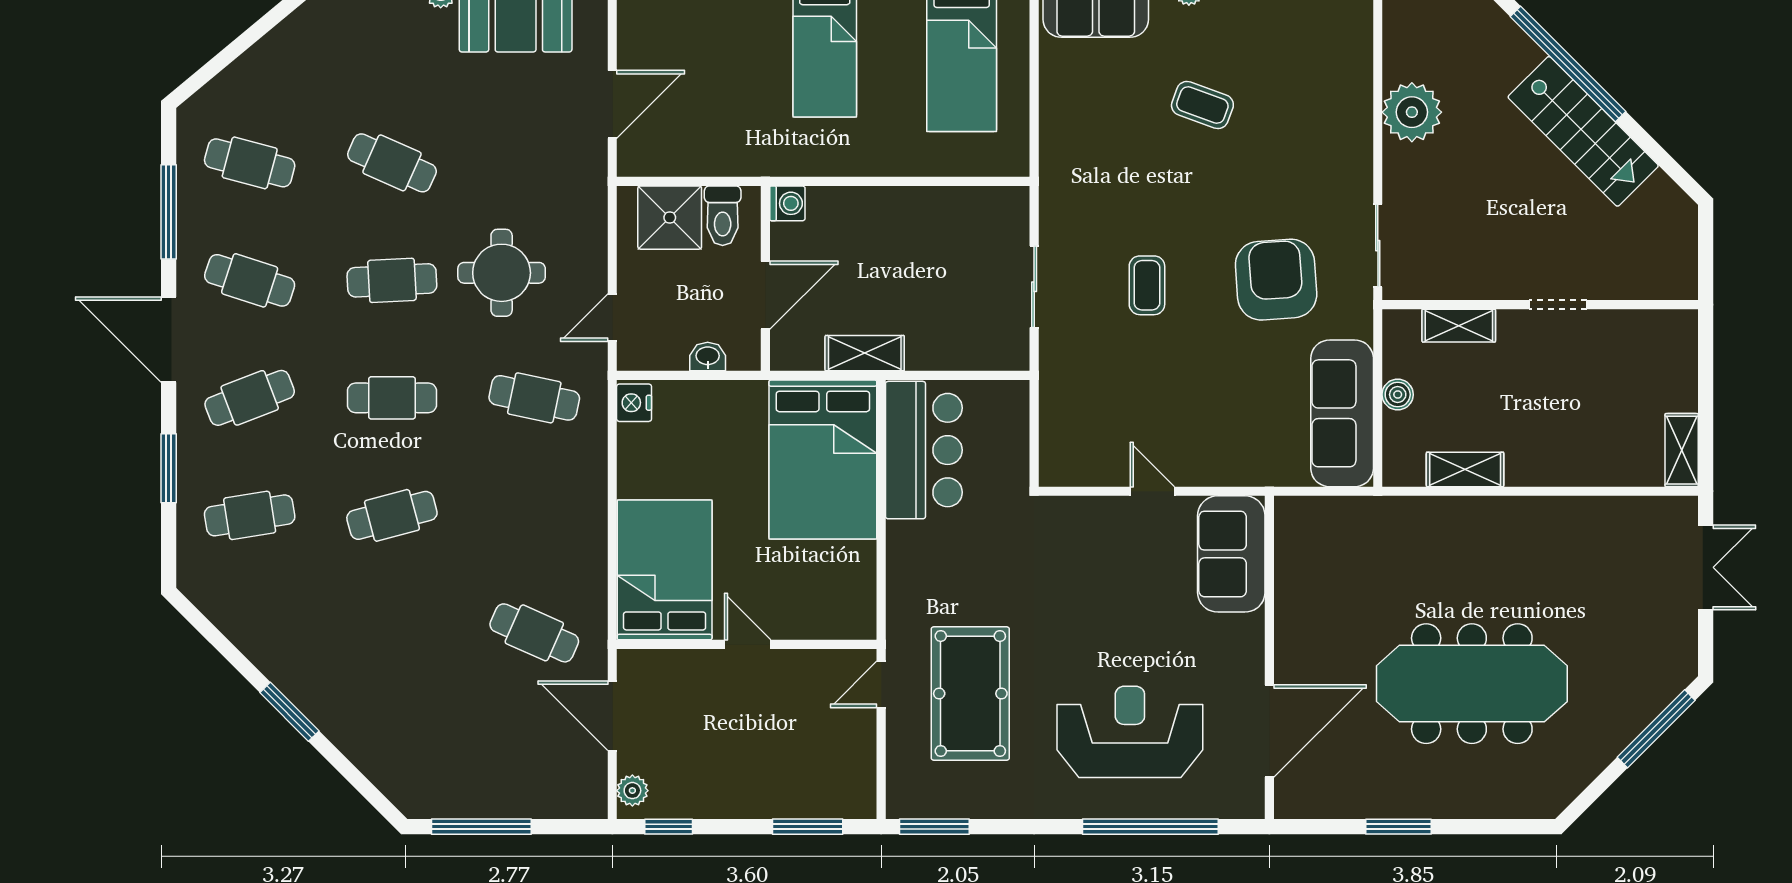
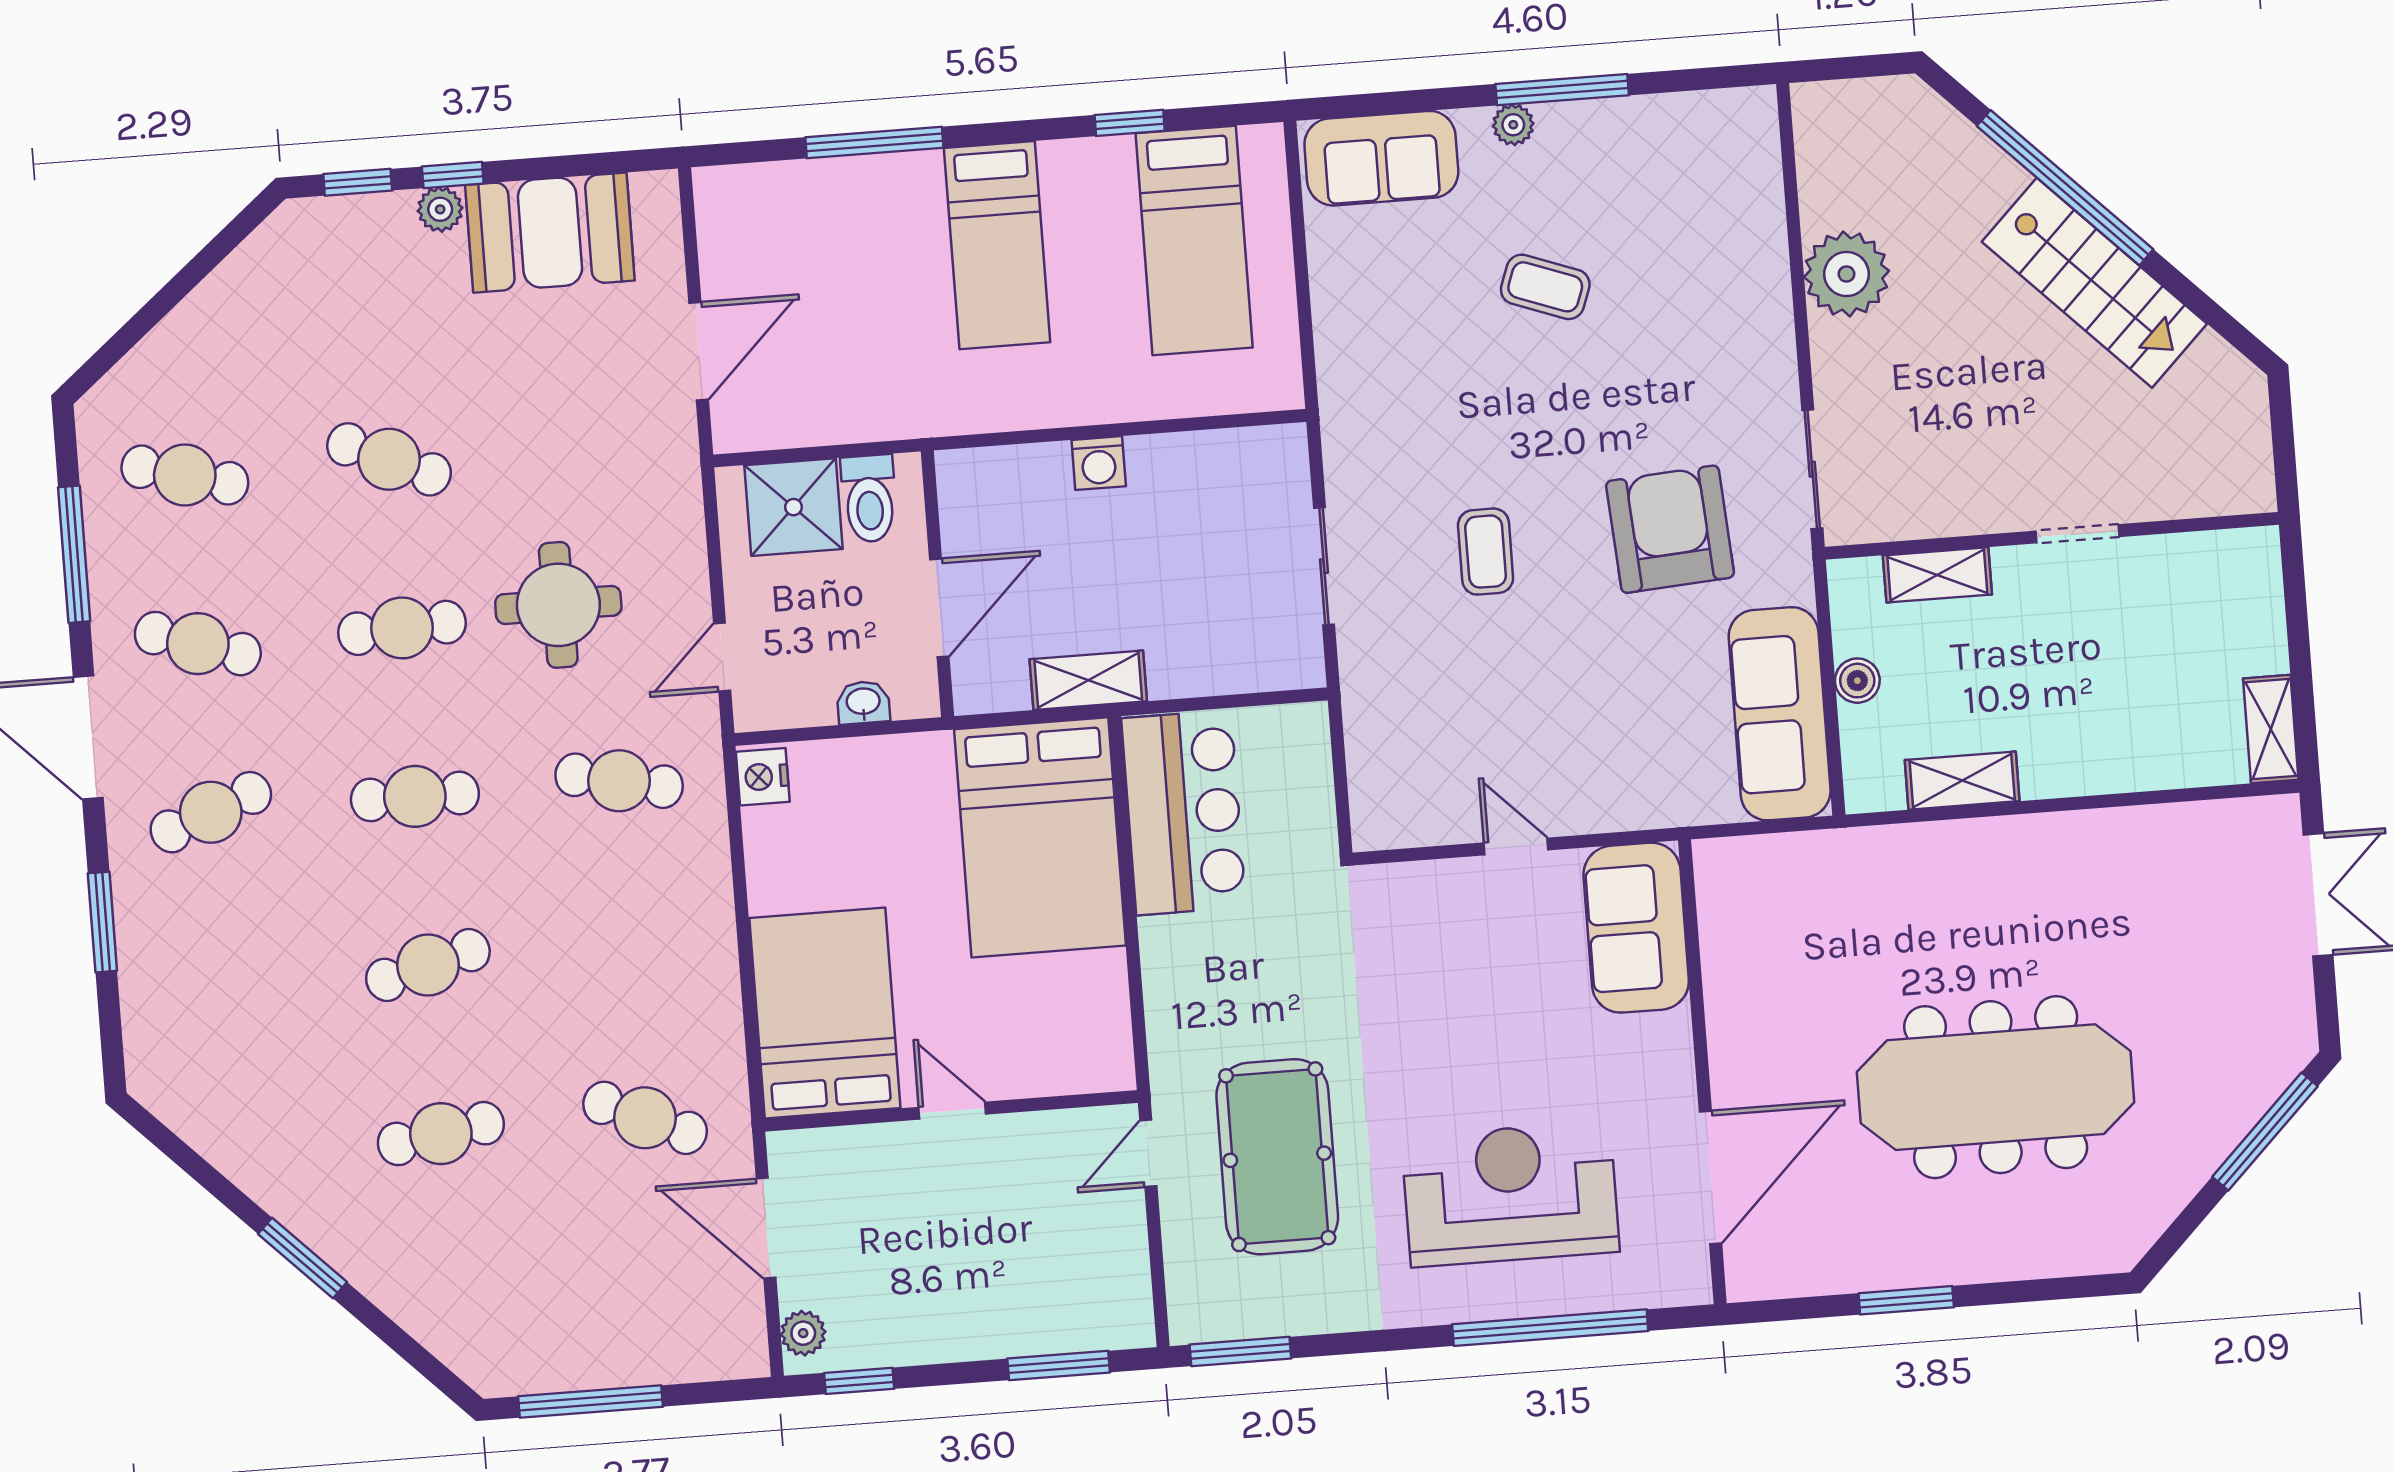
washing machine: (787, 203) -> (1099, 463), moved, turned 90
cafe table: (250, 515) -> (441, 1134), moved

